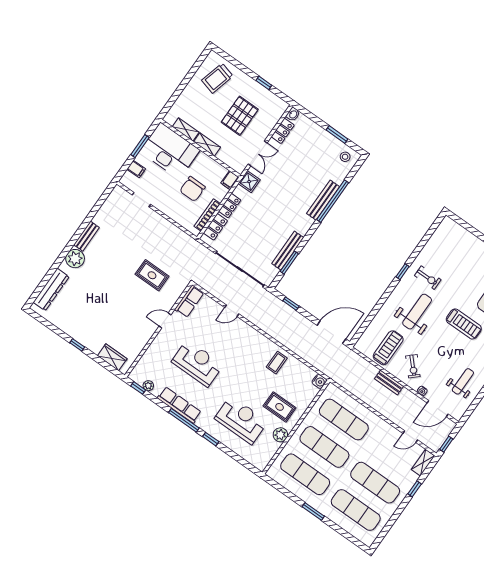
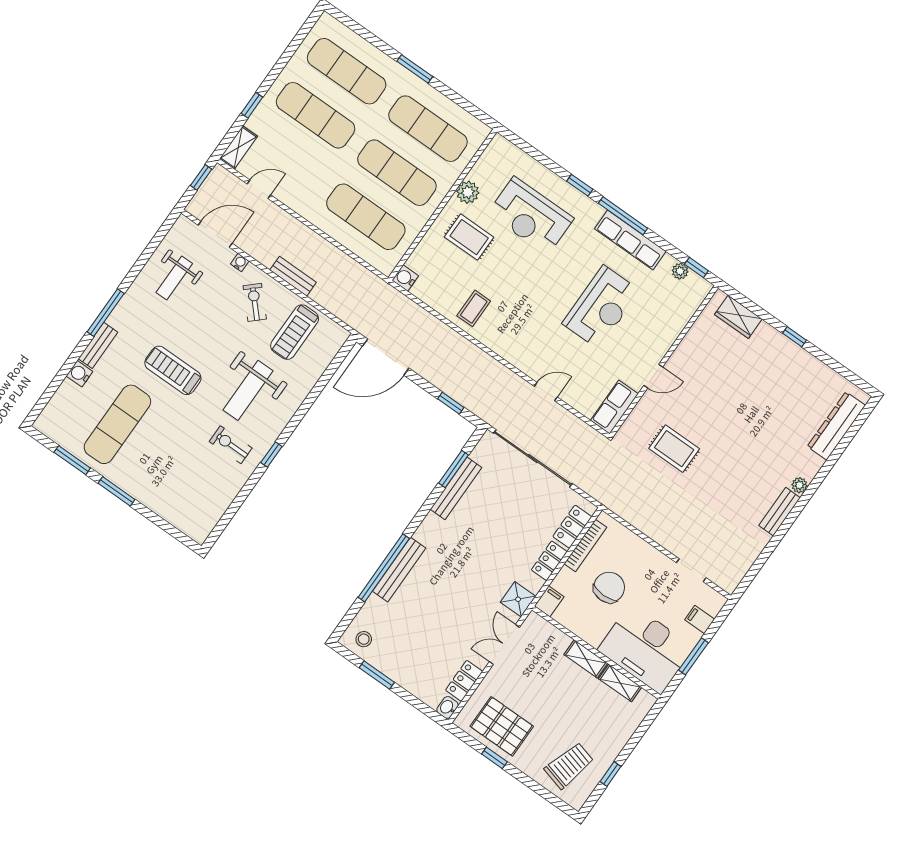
window: (192, 73) -> (611, 774), added
pallet: (240, 116) -> (502, 726), moved, turned 90
plant: (75, 259) -> (800, 485), width x0.53, depth x0.53
reception desk: (197, 363) -> (601, 307), turned -90

